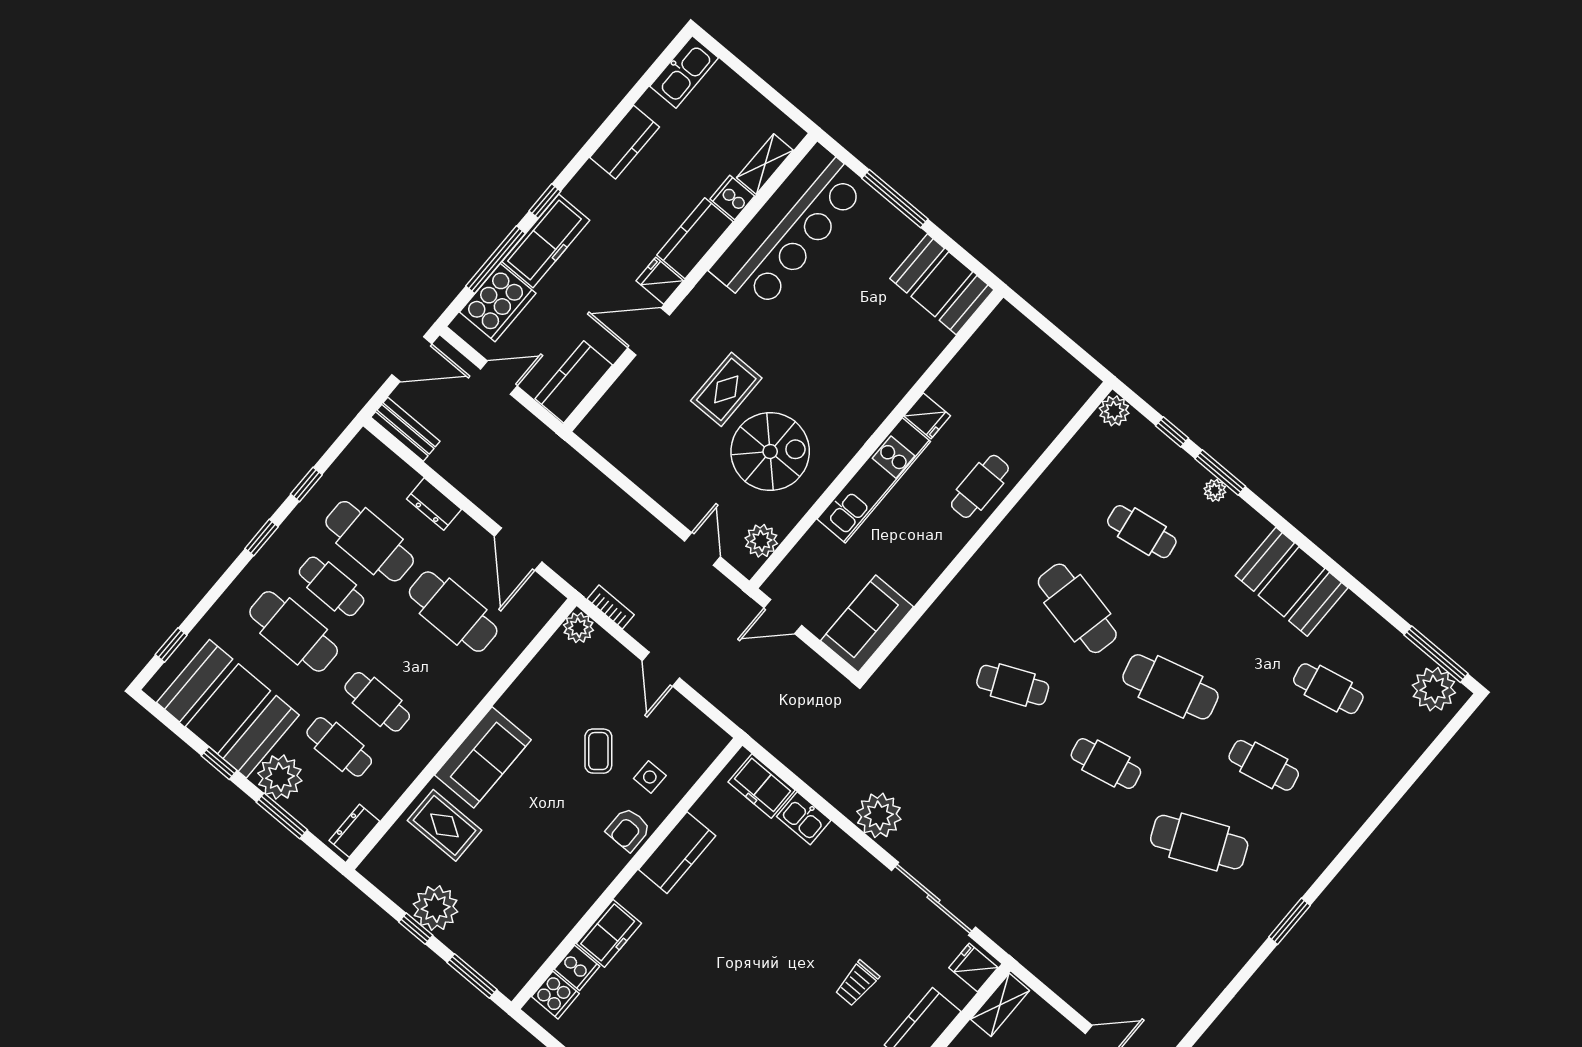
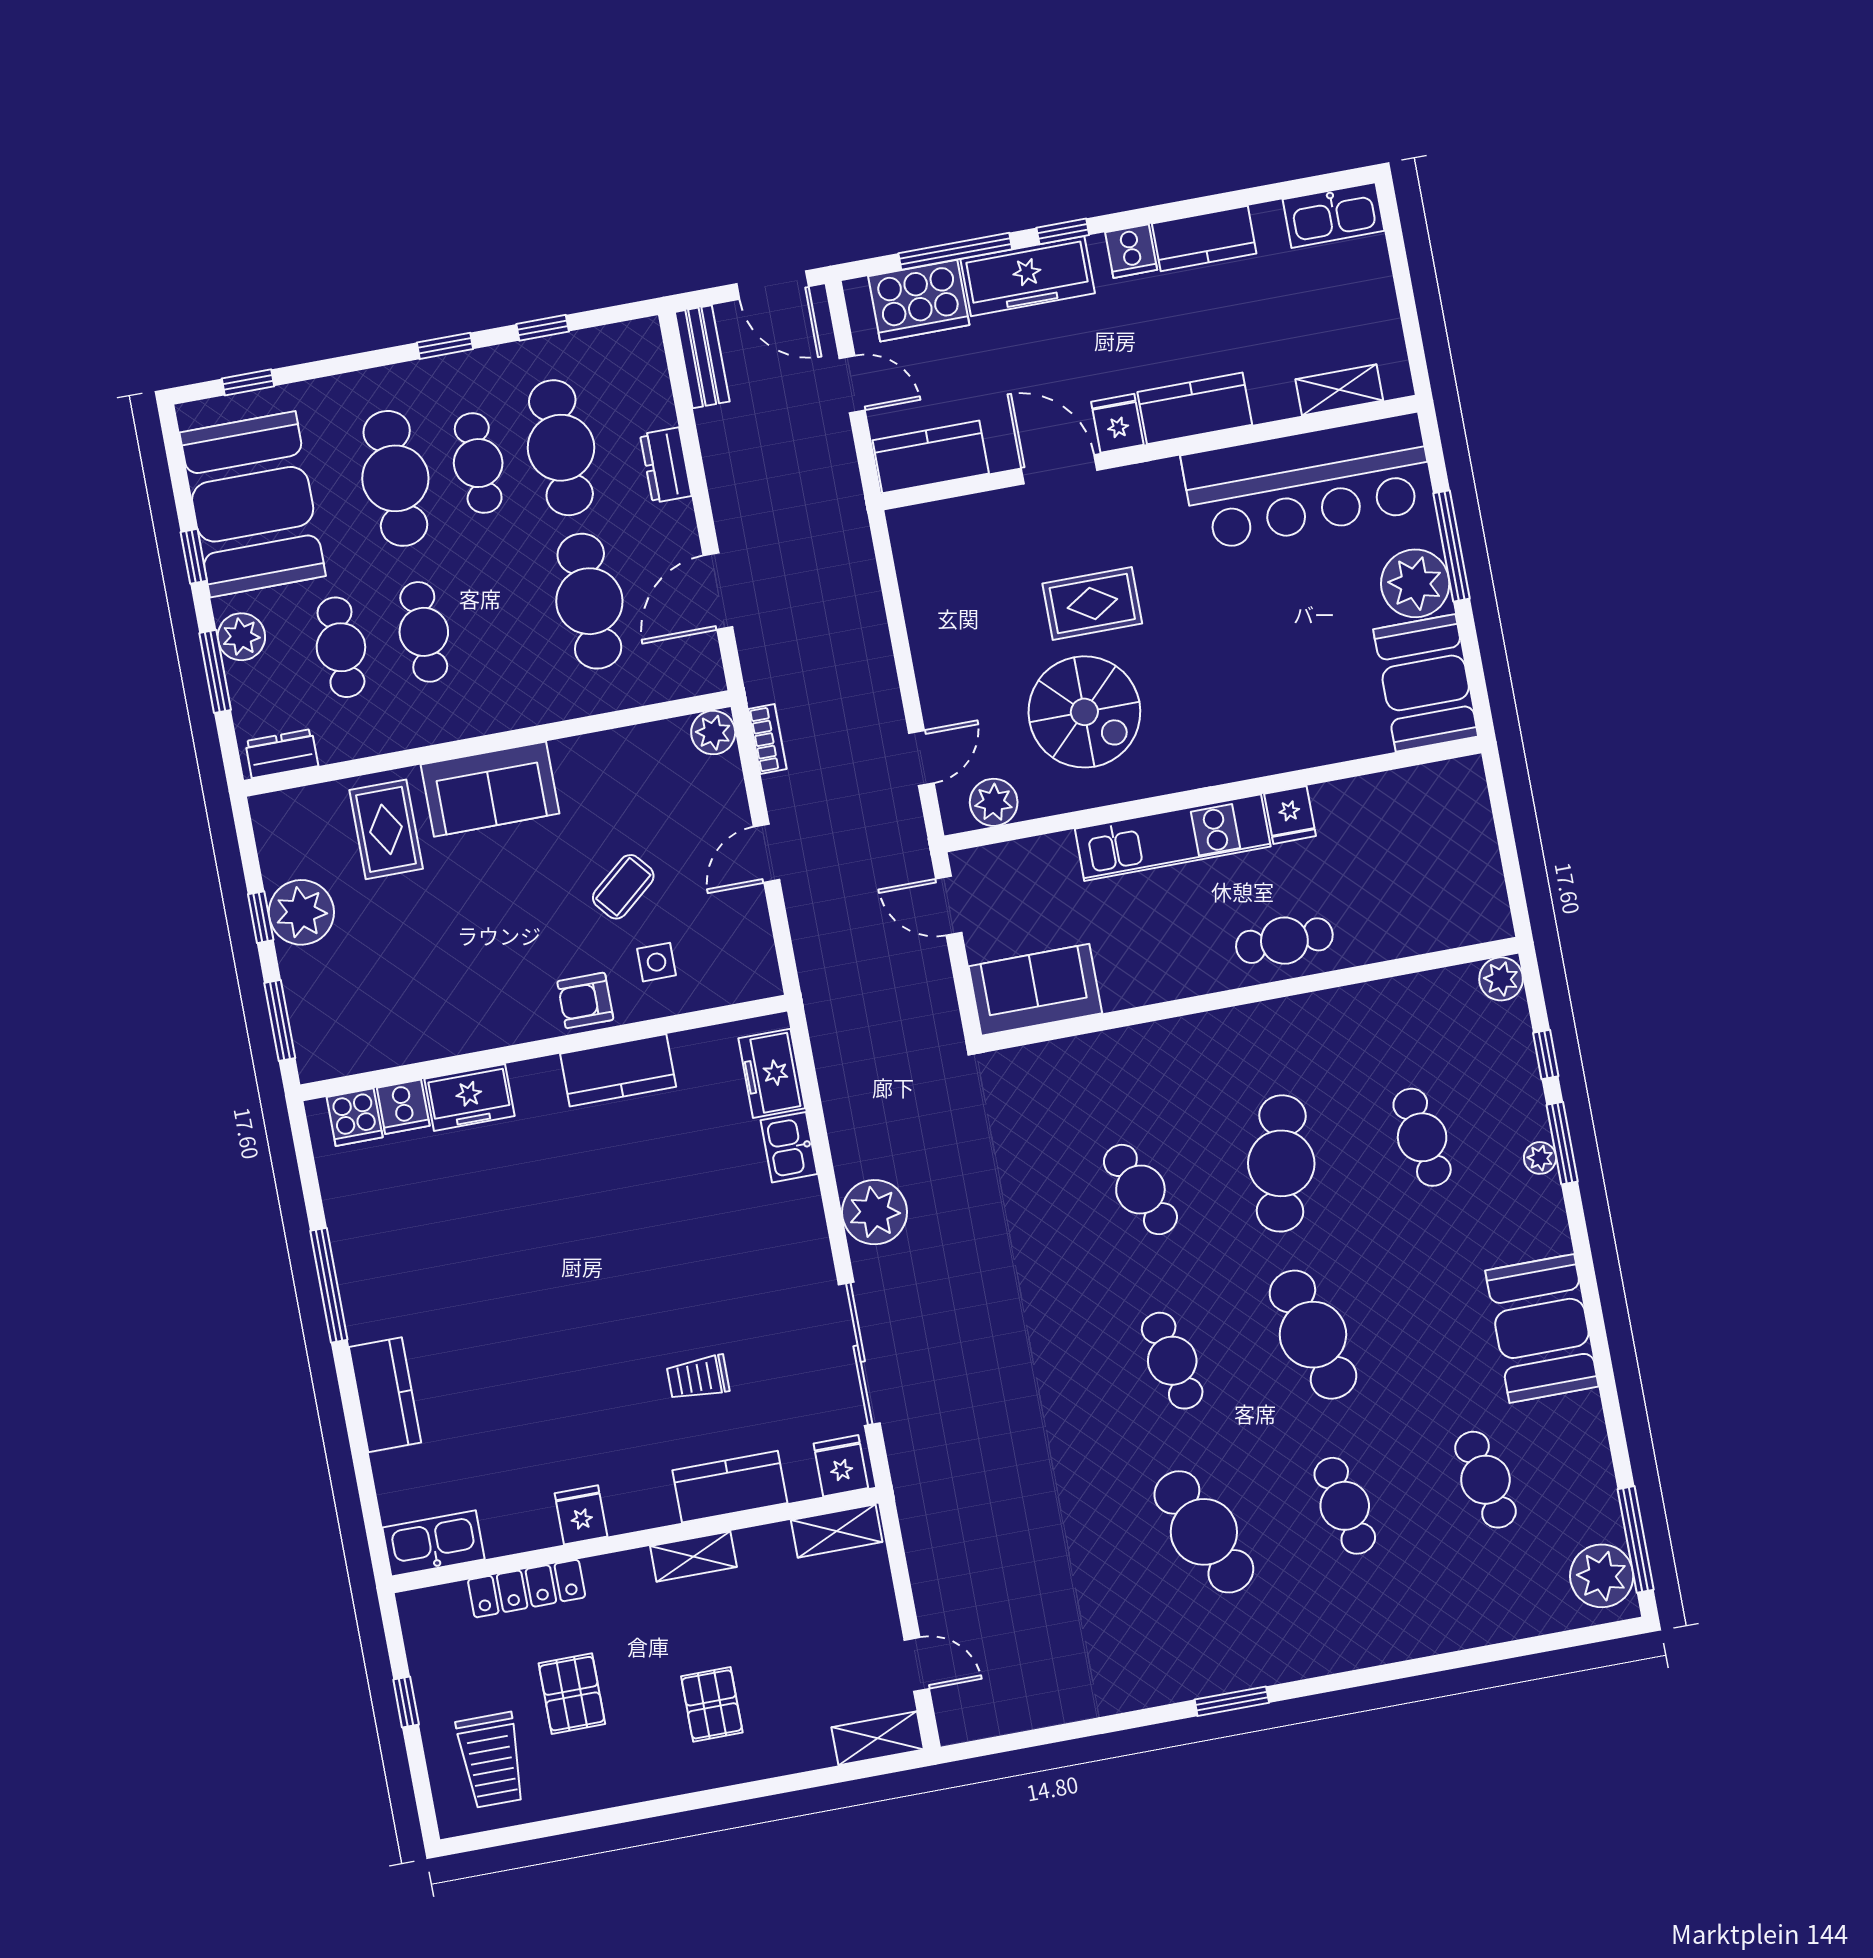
cooker: (732, 198) -> (1131, 251), moved, turned 180
plant: (892, 235) -> (1415, 583), added
plant: (280, 777) -> (241, 637), width x0.73, depth x0.73

